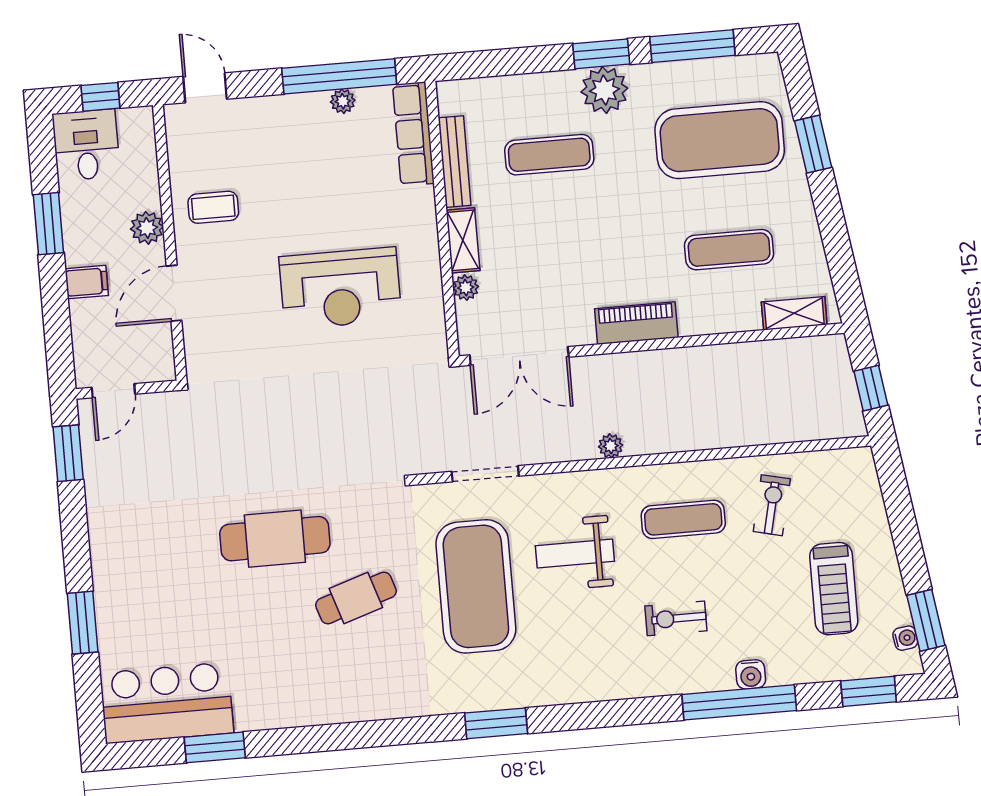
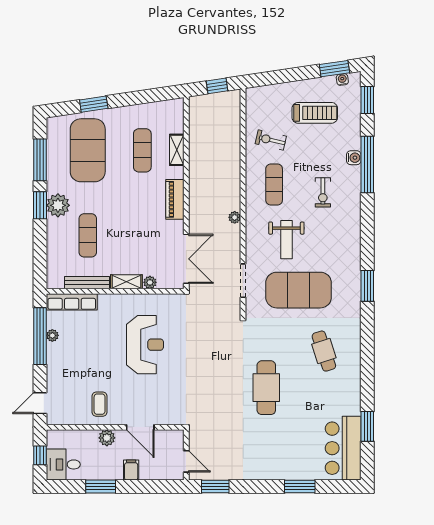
shelving: (794, 313) -> (177, 150), moved
cafe table: (356, 598) -> (324, 351), moved

